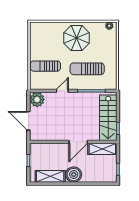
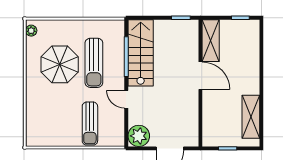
parasol: (76, 38) -> (60, 64), moved
stairs: (108, 118) -> (141, 53), moved, turned -90
boiler: (74, 175) -> (248, 82), removed

